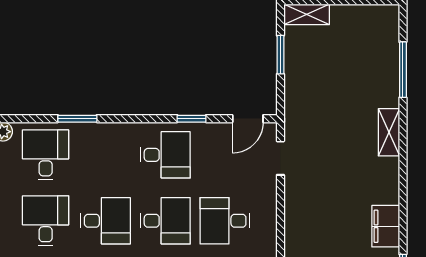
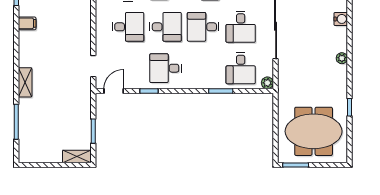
desk: (165, 221) -> (166, 27), turned 180
filing cabinet: (386, 226) -> (27, 23), width x0.50

